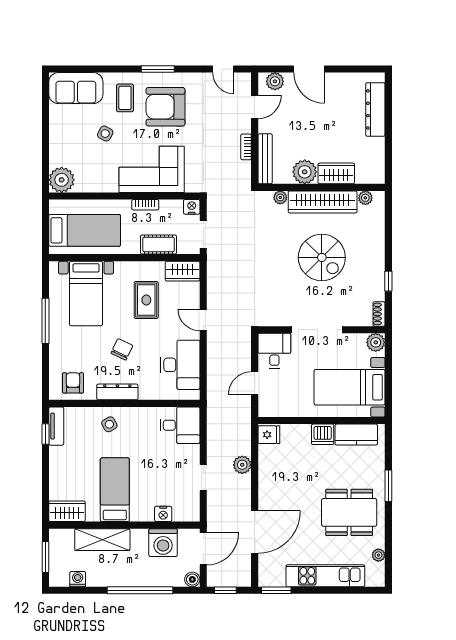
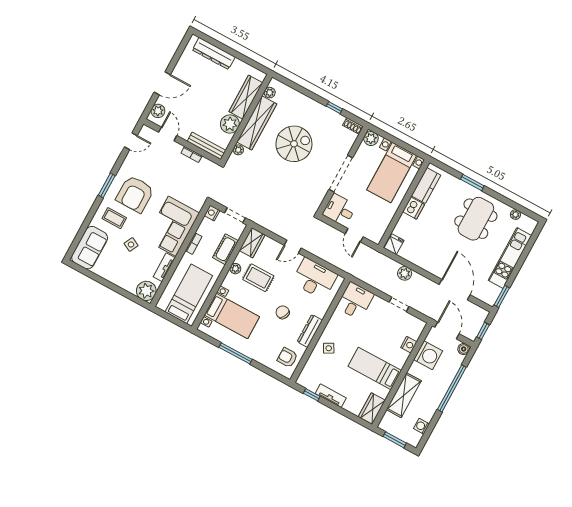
wardrobe: (336, 173) -> (246, 97), width x1.50
tv unit: (100, 186) -> (164, 267), added
plant: (143, 268) -> (235, 269), added
tv unit: (56, 426) -> (331, 396), moved

